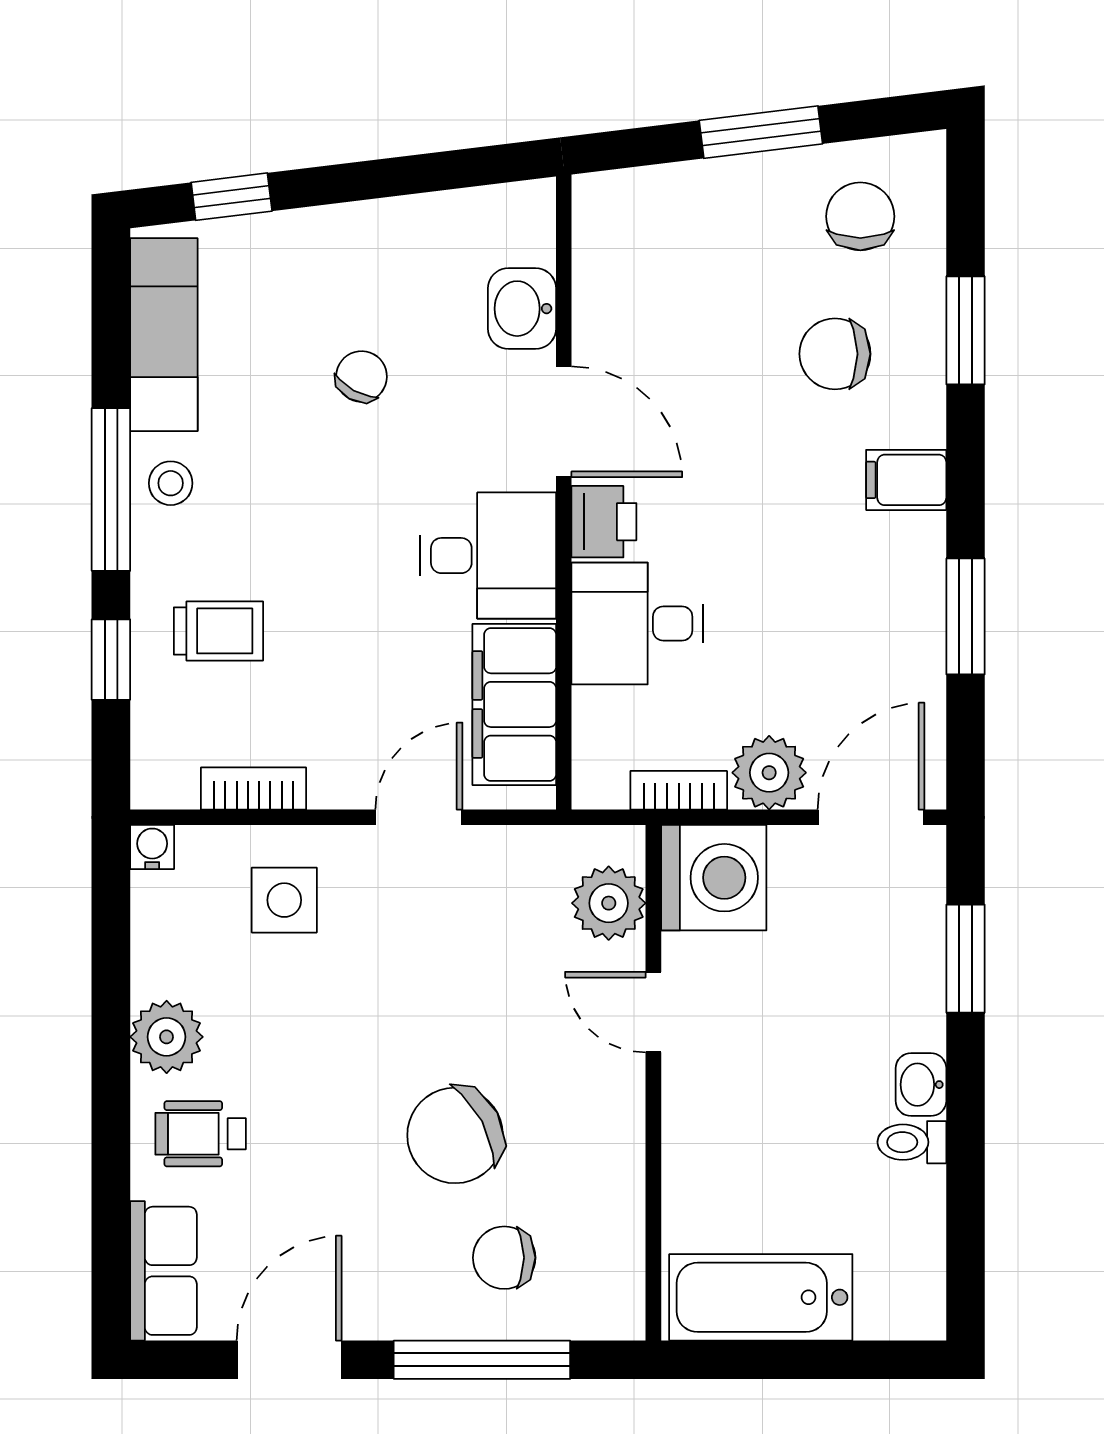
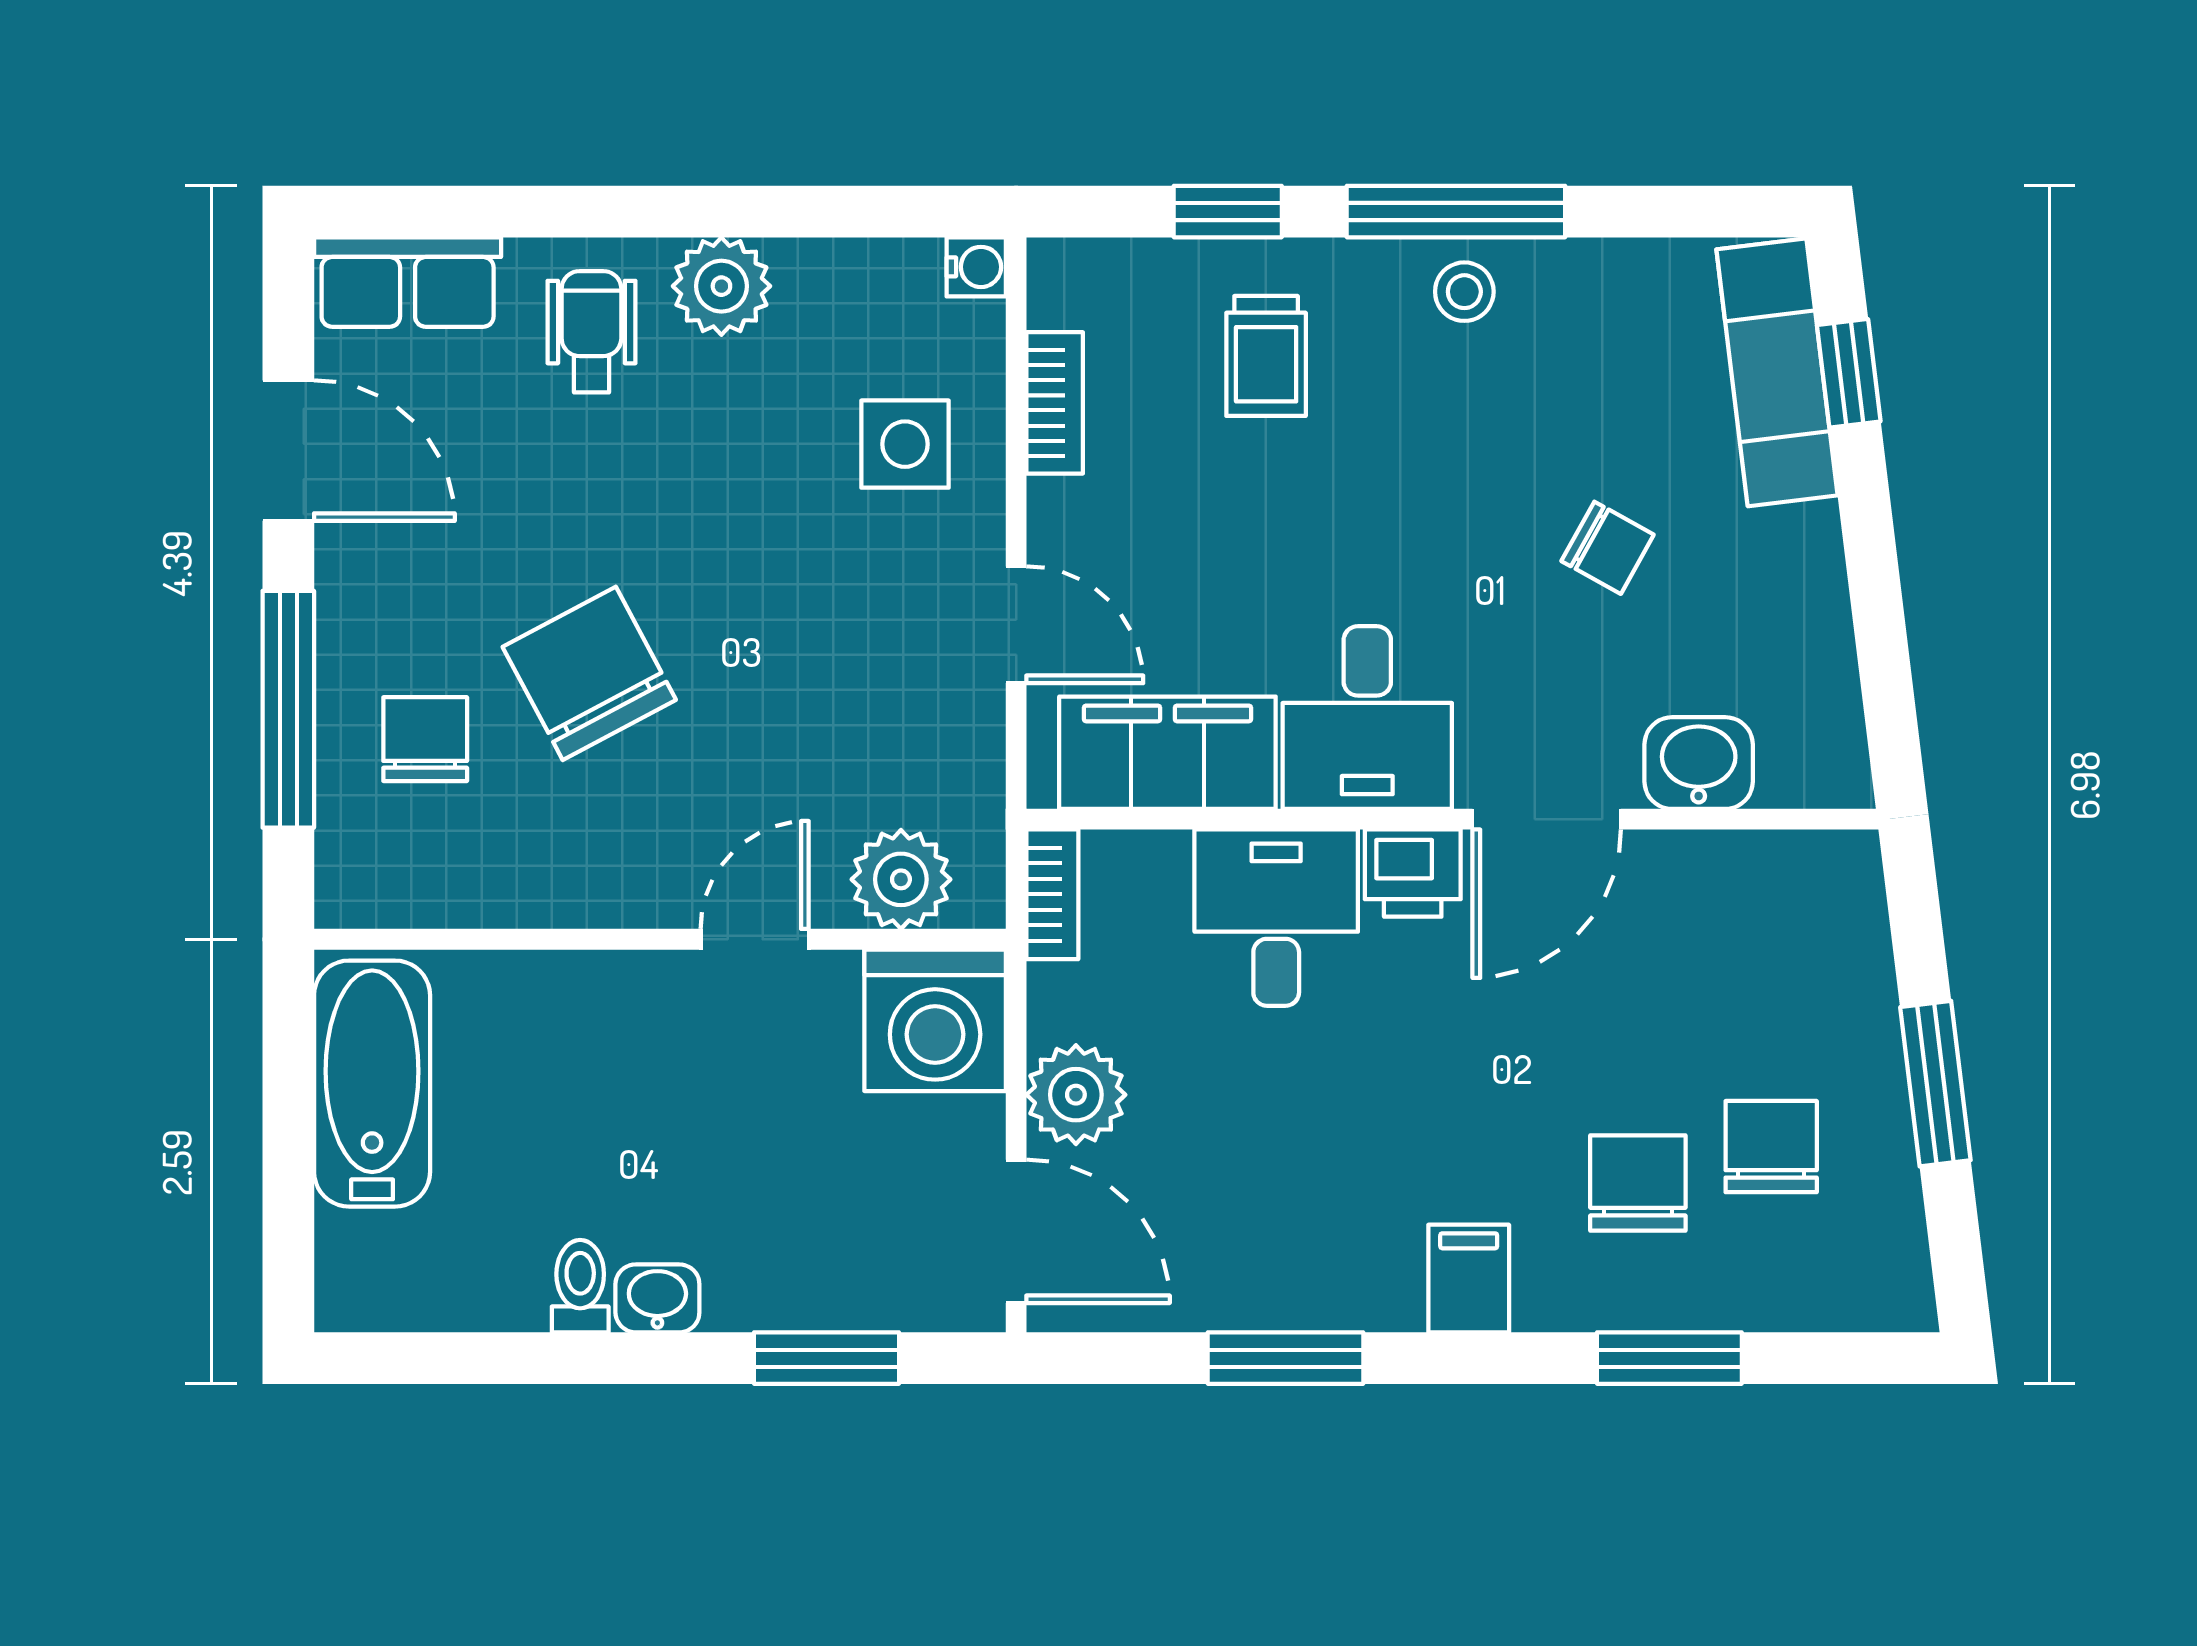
chair: (860, 216) -> (1771, 1147), moved, turned -90
exam couch: (164, 335) -> (1777, 372), moved, turned 83
bookcase: (679, 790) -> (1052, 894), moved

